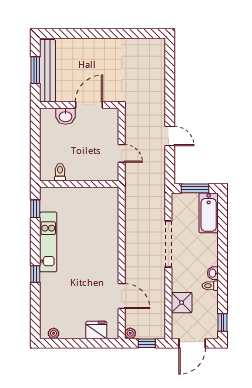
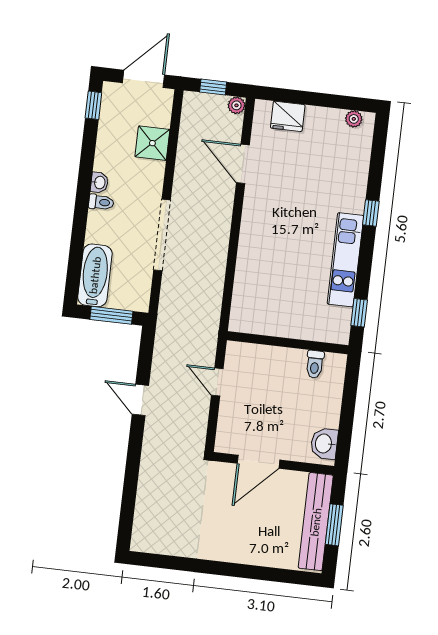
washbasin: (65, 116) -> (324, 444), moved, turned -90
toilet: (210, 286) -> (101, 202), moved

